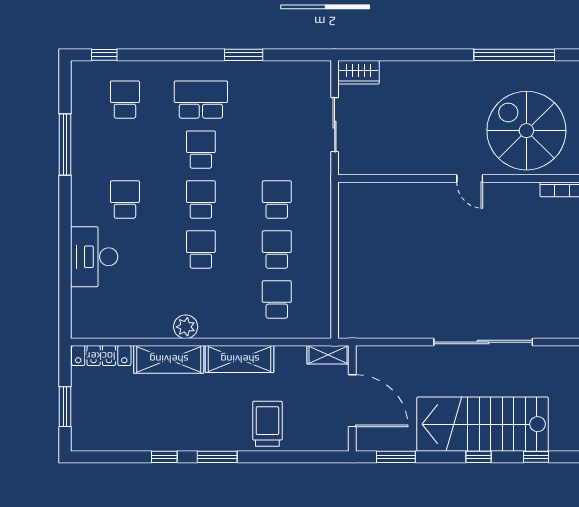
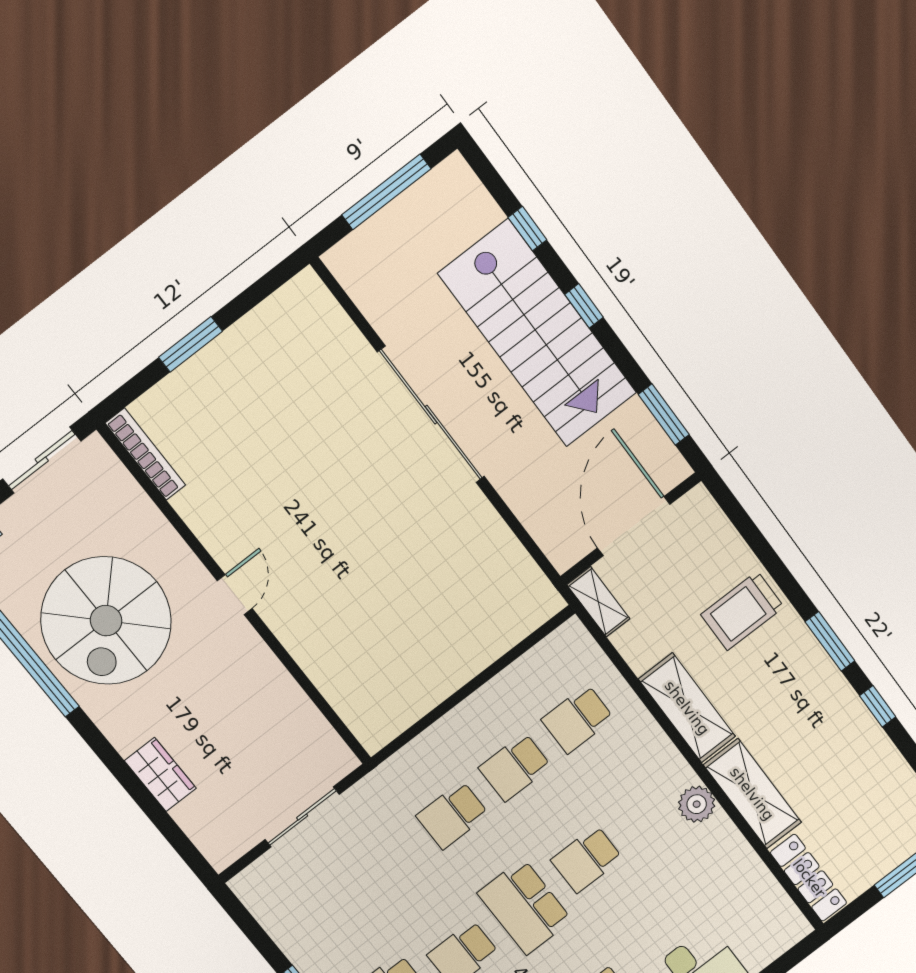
wardrobe: (358, 72) -> (160, 774), moved
spiral stairs: (526, 131) -> (106, 621), moved
school desk: (201, 200) -> (525, 907), width x1.85

